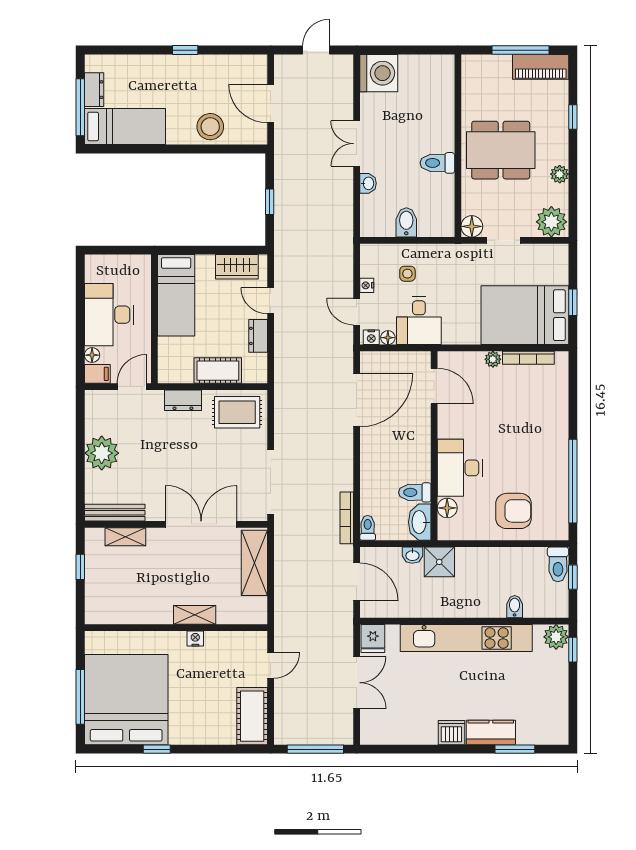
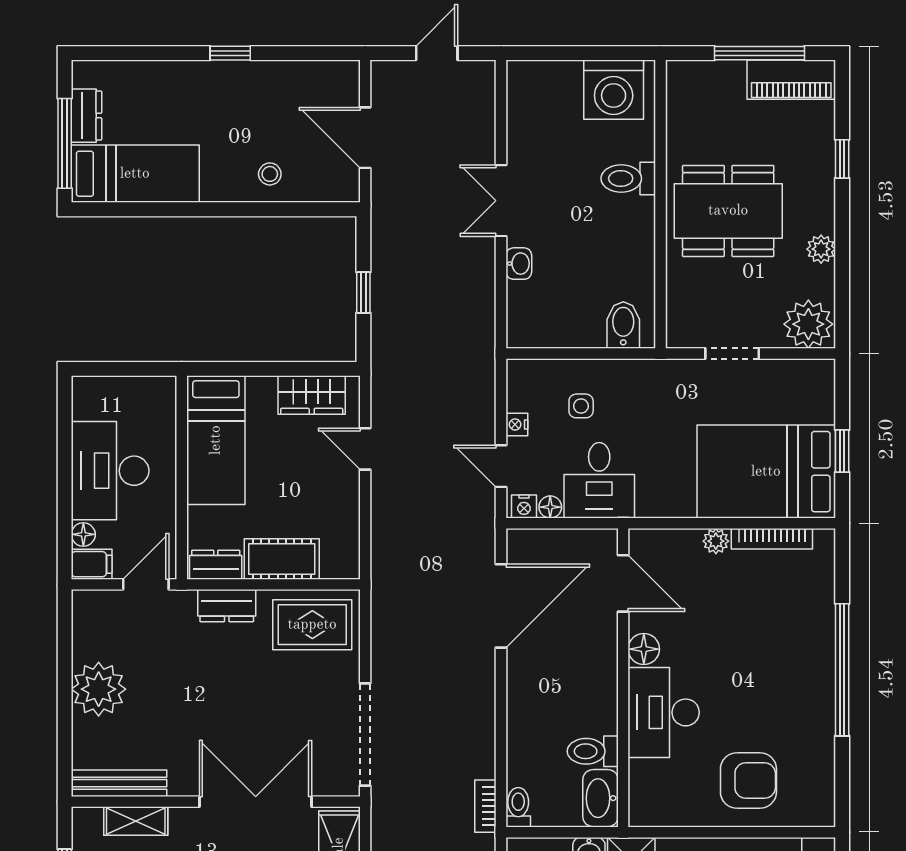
washing machine: (379, 73) -> (614, 90), moved, turned 90
stool: (210, 127) -> (270, 174), width x0.53, depth x0.53
toilet: (437, 163) -> (628, 178), moved
bidet: (406, 222) -> (623, 325), moved
floor lamp: (472, 226) -> (683, 331), removed
dresser: (258, 336) -> (216, 565), moved, turned 90
window: (573, 481) -> (842, 670), moved
floor lamp: (447, 508) -> (644, 649), moved
bookcase: (347, 518) -> (485, 806), width x0.64

